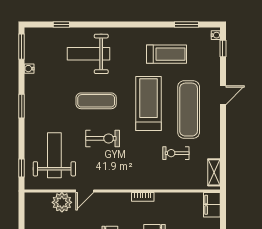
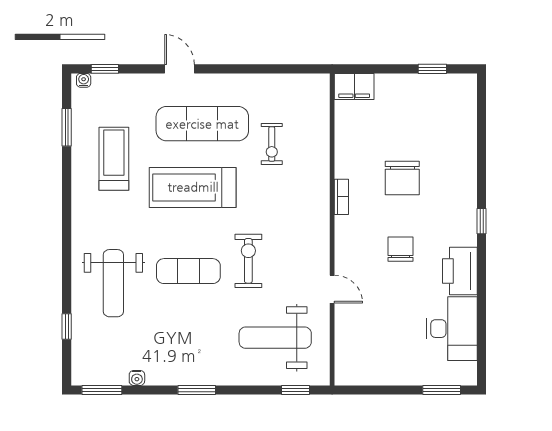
exercise mat: (96, 101) -> (188, 271), turned 90
shelving: (214, 172) -> (302, 83), removed
plant: (62, 202) -> (350, 326), removed

